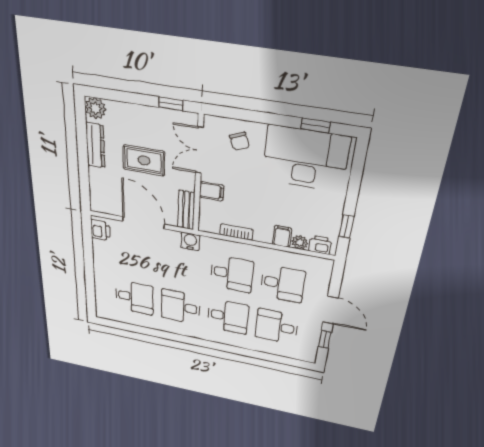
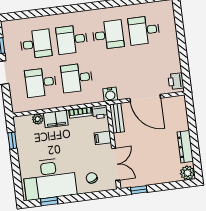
rug: (144, 160) -> (151, 146), removed
filing cabinet: (282, 236) -> (56, 119), width x2.00
printer: (320, 245) -> (100, 112), moved

